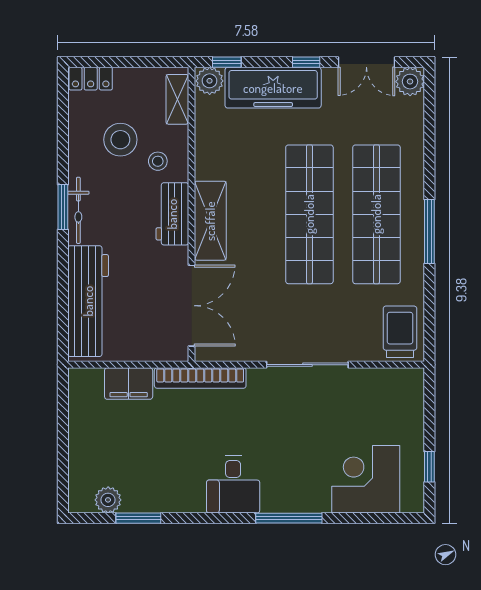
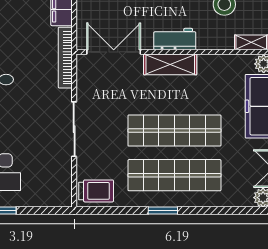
stool: (158, 161) -> (210, 29), removed
window: (429, 232) -> (163, 211), width x0.69
double door: (191, 306) -> (114, 52), swing flipped

